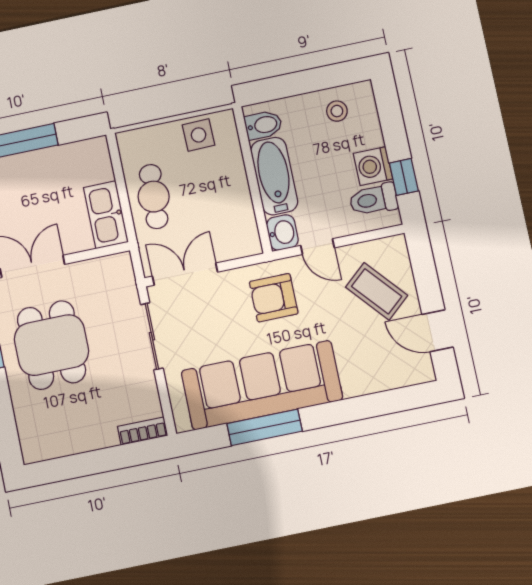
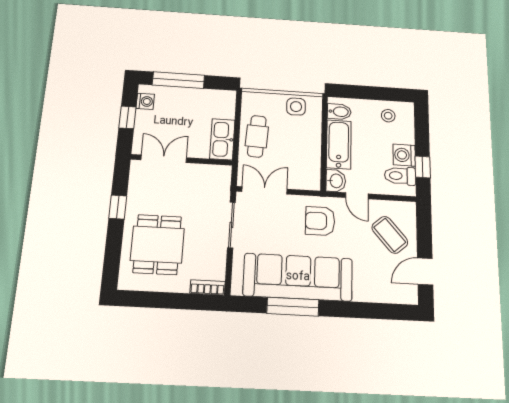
door: (437, 331) -> (425, 271), hinge flipped
dining table: (51, 345) -> (157, 244), moved

